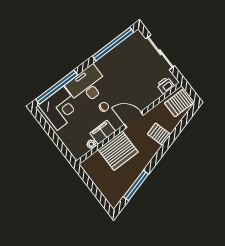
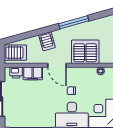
filing cabinet: (103, 132) -> (33, 73), moved
window: (136, 185) -> (74, 22), moved

